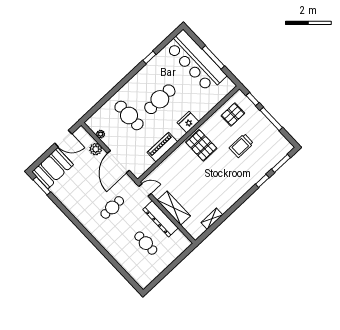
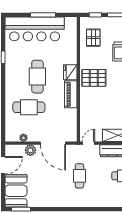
piano: (162, 147) -> (71, 94), moved

